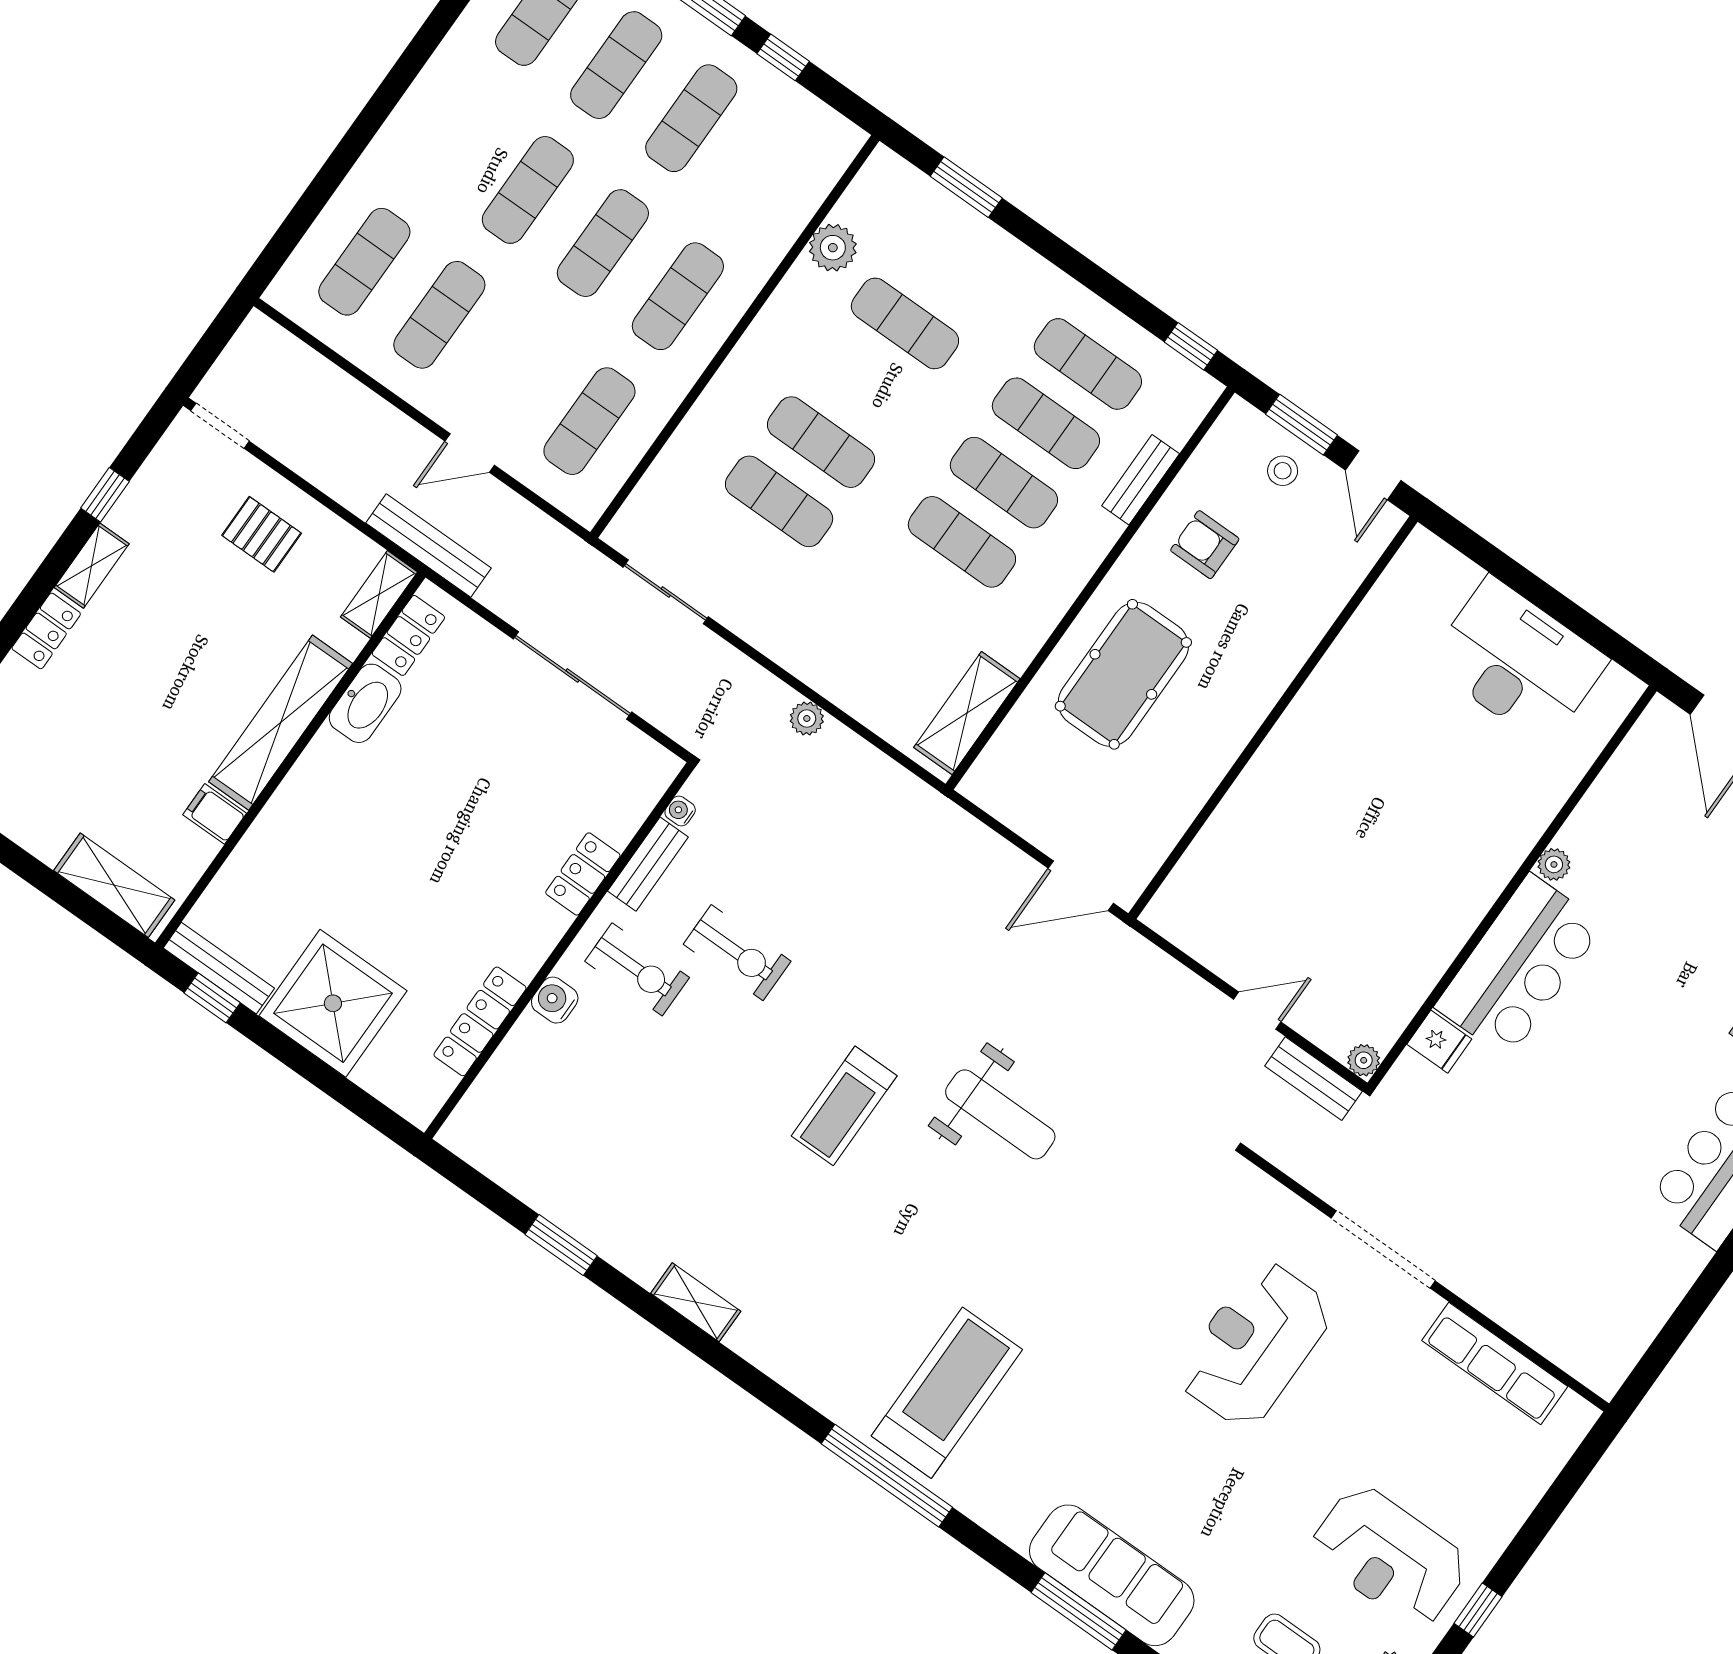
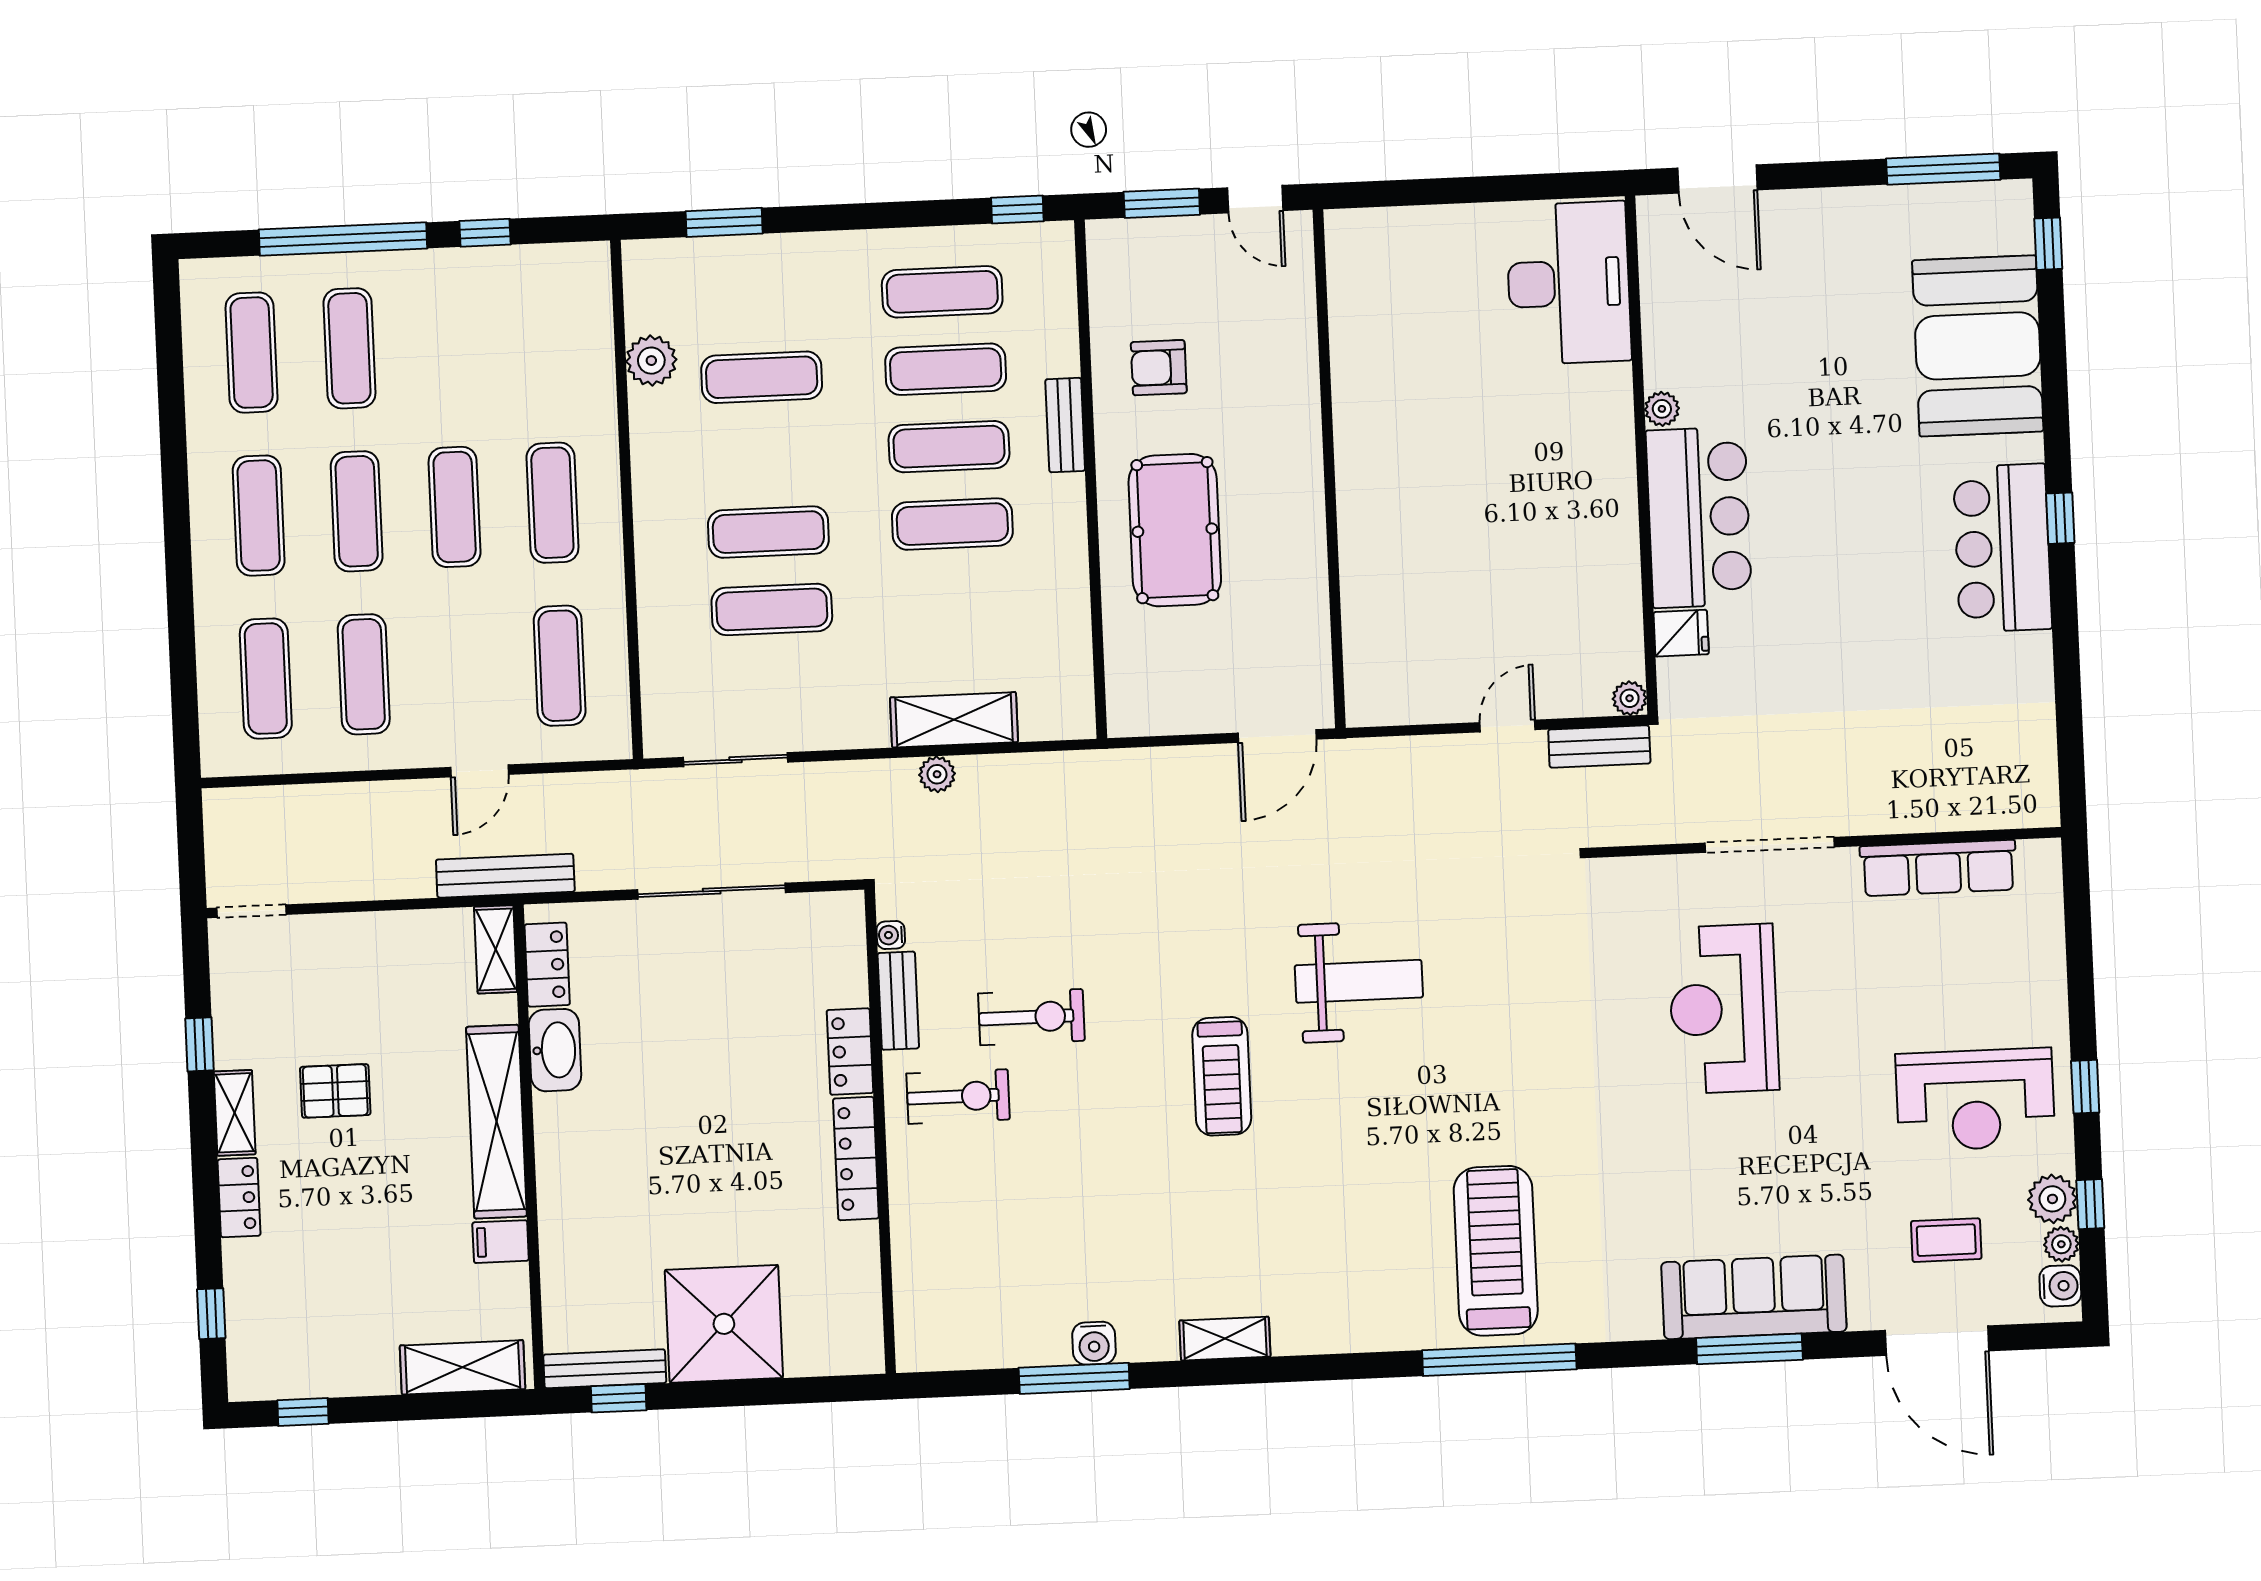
exercise mat: (691, 118) -> (259, 516), moved
stool: (1283, 471) -> (1176, 255), removed
bench: (1141, 480) -> (1065, 425), moved
pallet: (262, 534) -> (335, 1091), moved
desk: (1518, 662) -> (1569, 283), moved, turned 90
shelving: (967, 713) -> (954, 720), moved, turned 90
water cooler: (555, 1000) -> (1094, 1343), moved, turned -90
locker: (480, 1021) -> (856, 1158), moved
window: (561, 1245) -> (1074, 1378), width x1.44

